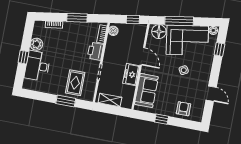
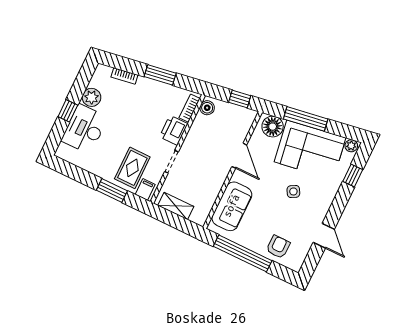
freezer: (131, 74) -> (216, 177), removed
filing cabinet: (87, 95) -> (145, 190), added
window: (162, 119) -> (243, 253), width x3.17

